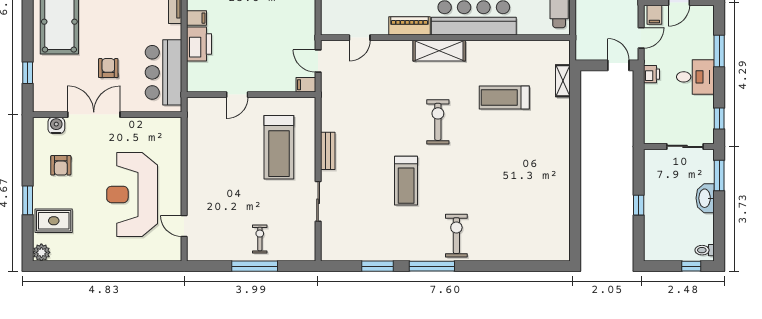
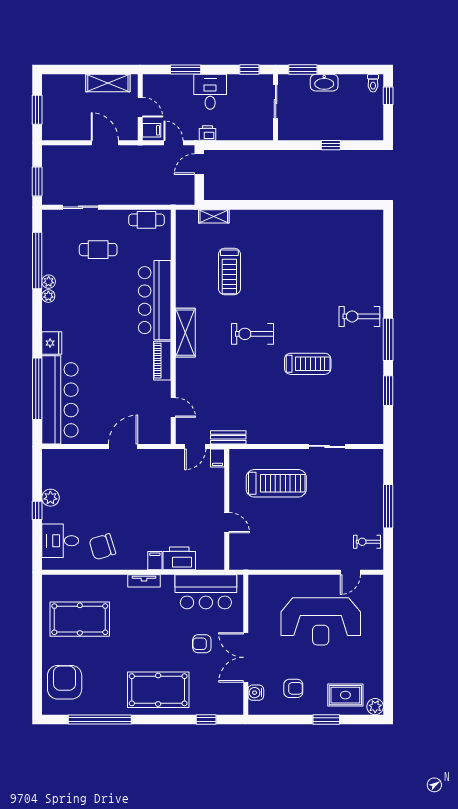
bench: (328, 151) -> (228, 437), moved
rug: (54, 221) -> (345, 695), turned 90
exercise bike: (260, 239) -> (367, 542), moved

